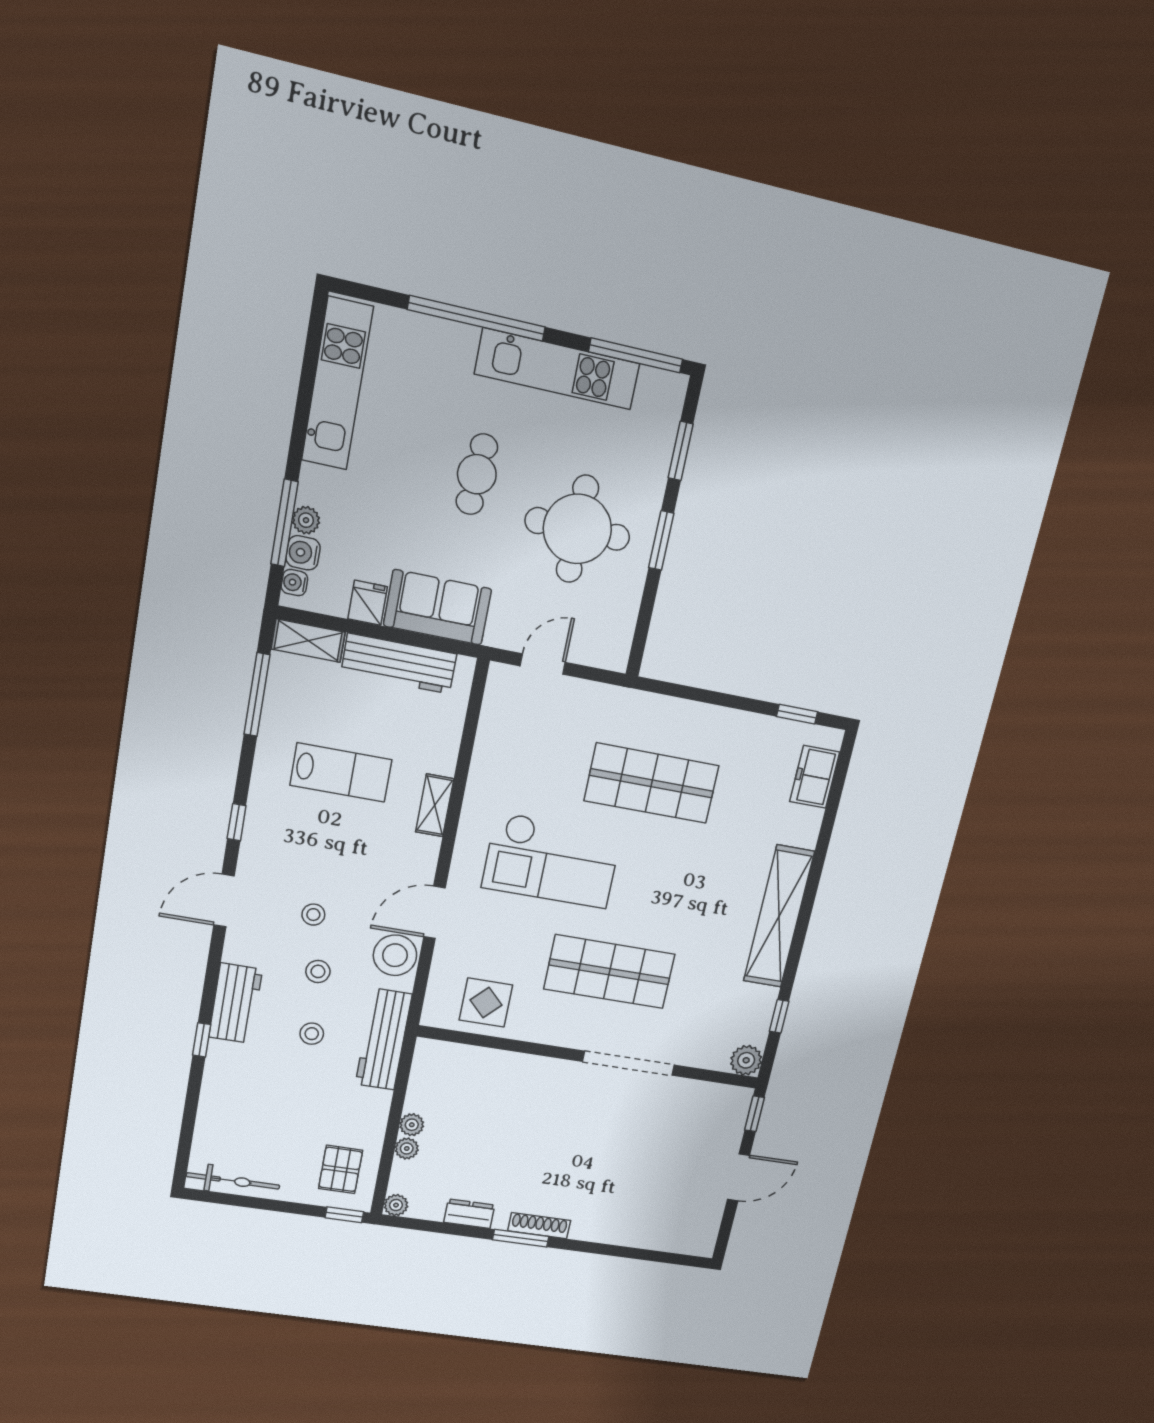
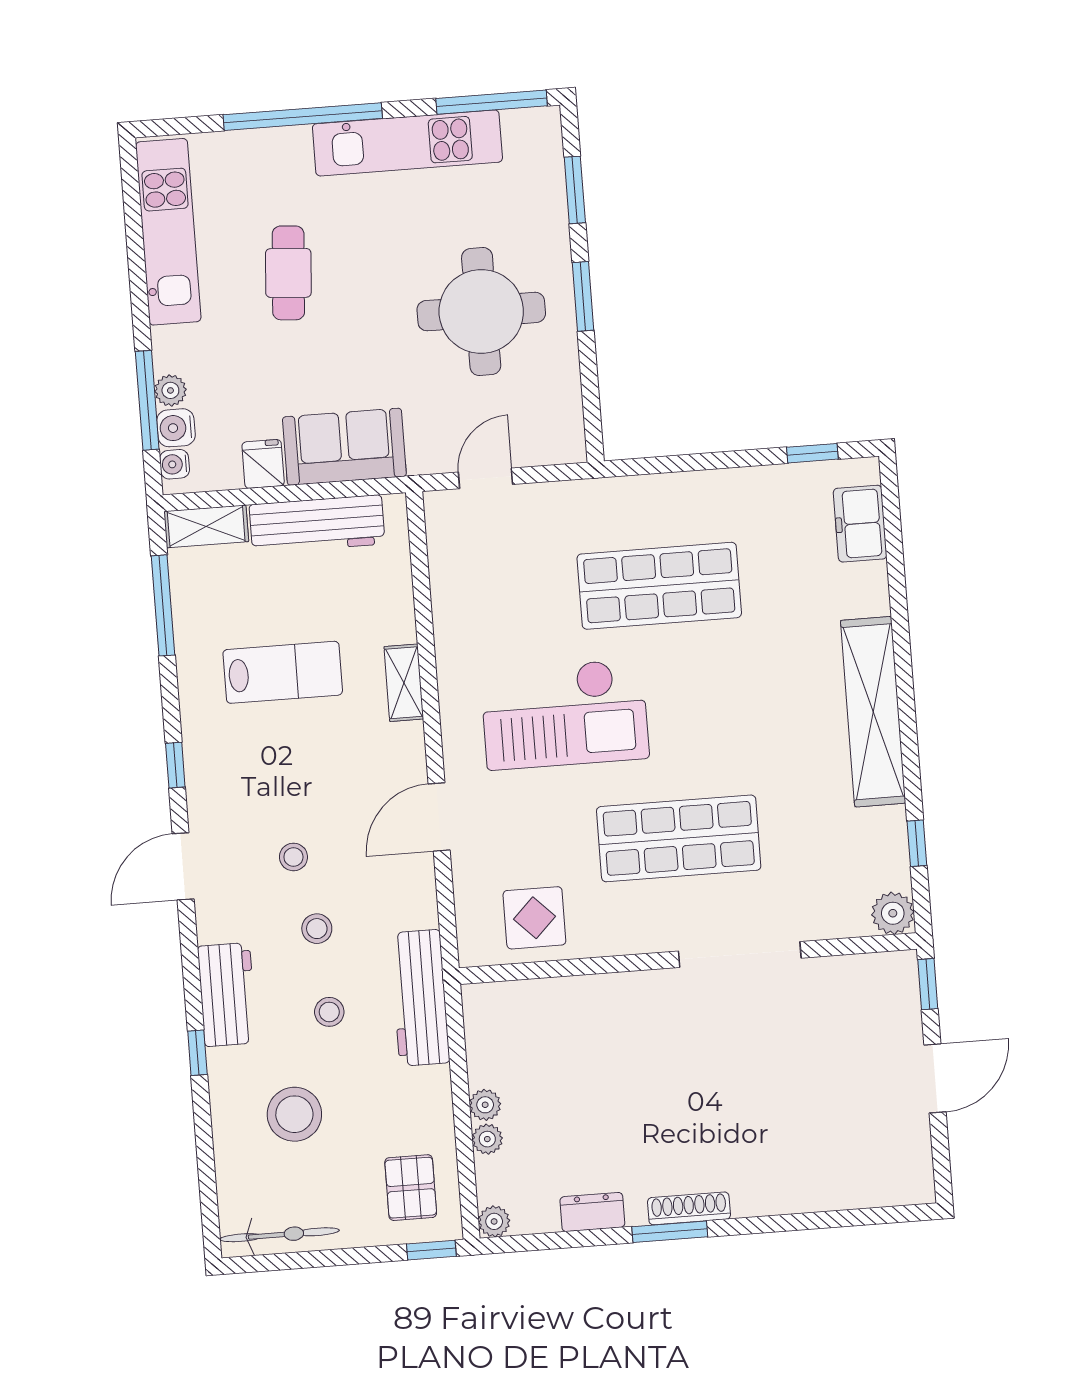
cafe table: (477, 474) -> (288, 273), moved
stool: (395, 955) -> (294, 1114), moved

